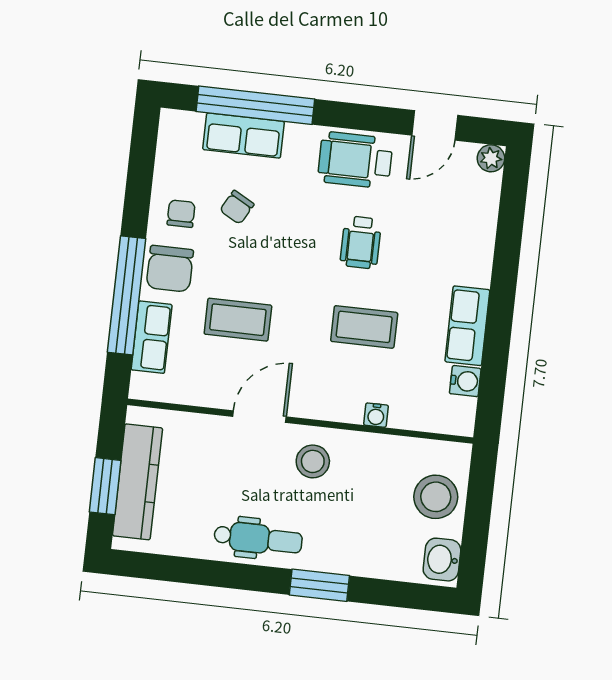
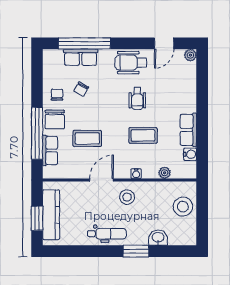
water cooler: (376, 415) -> (136, 174), moved
plant: (403, 416) -> (165, 173), added
washbasin: (442, 560) -> (158, 238), moved, turned 90

